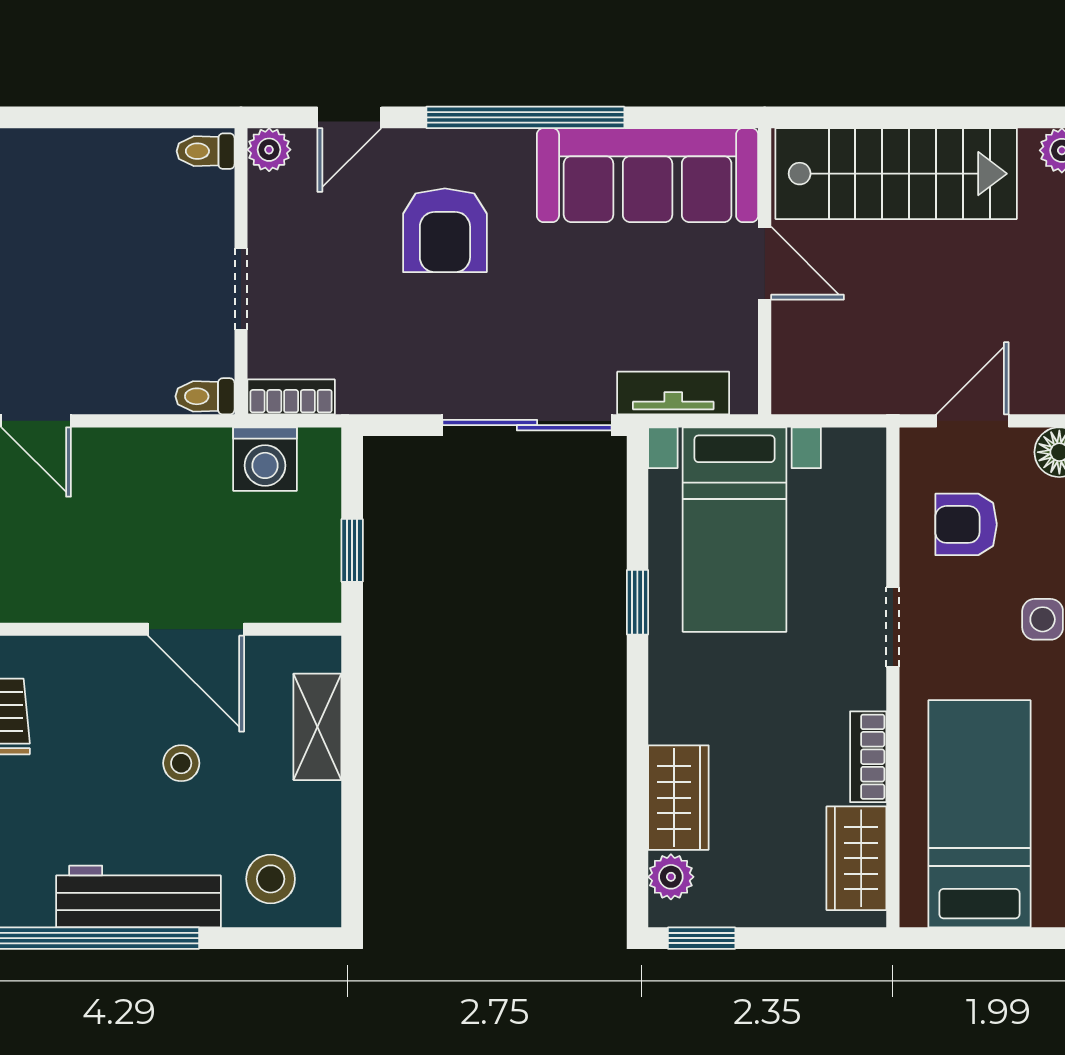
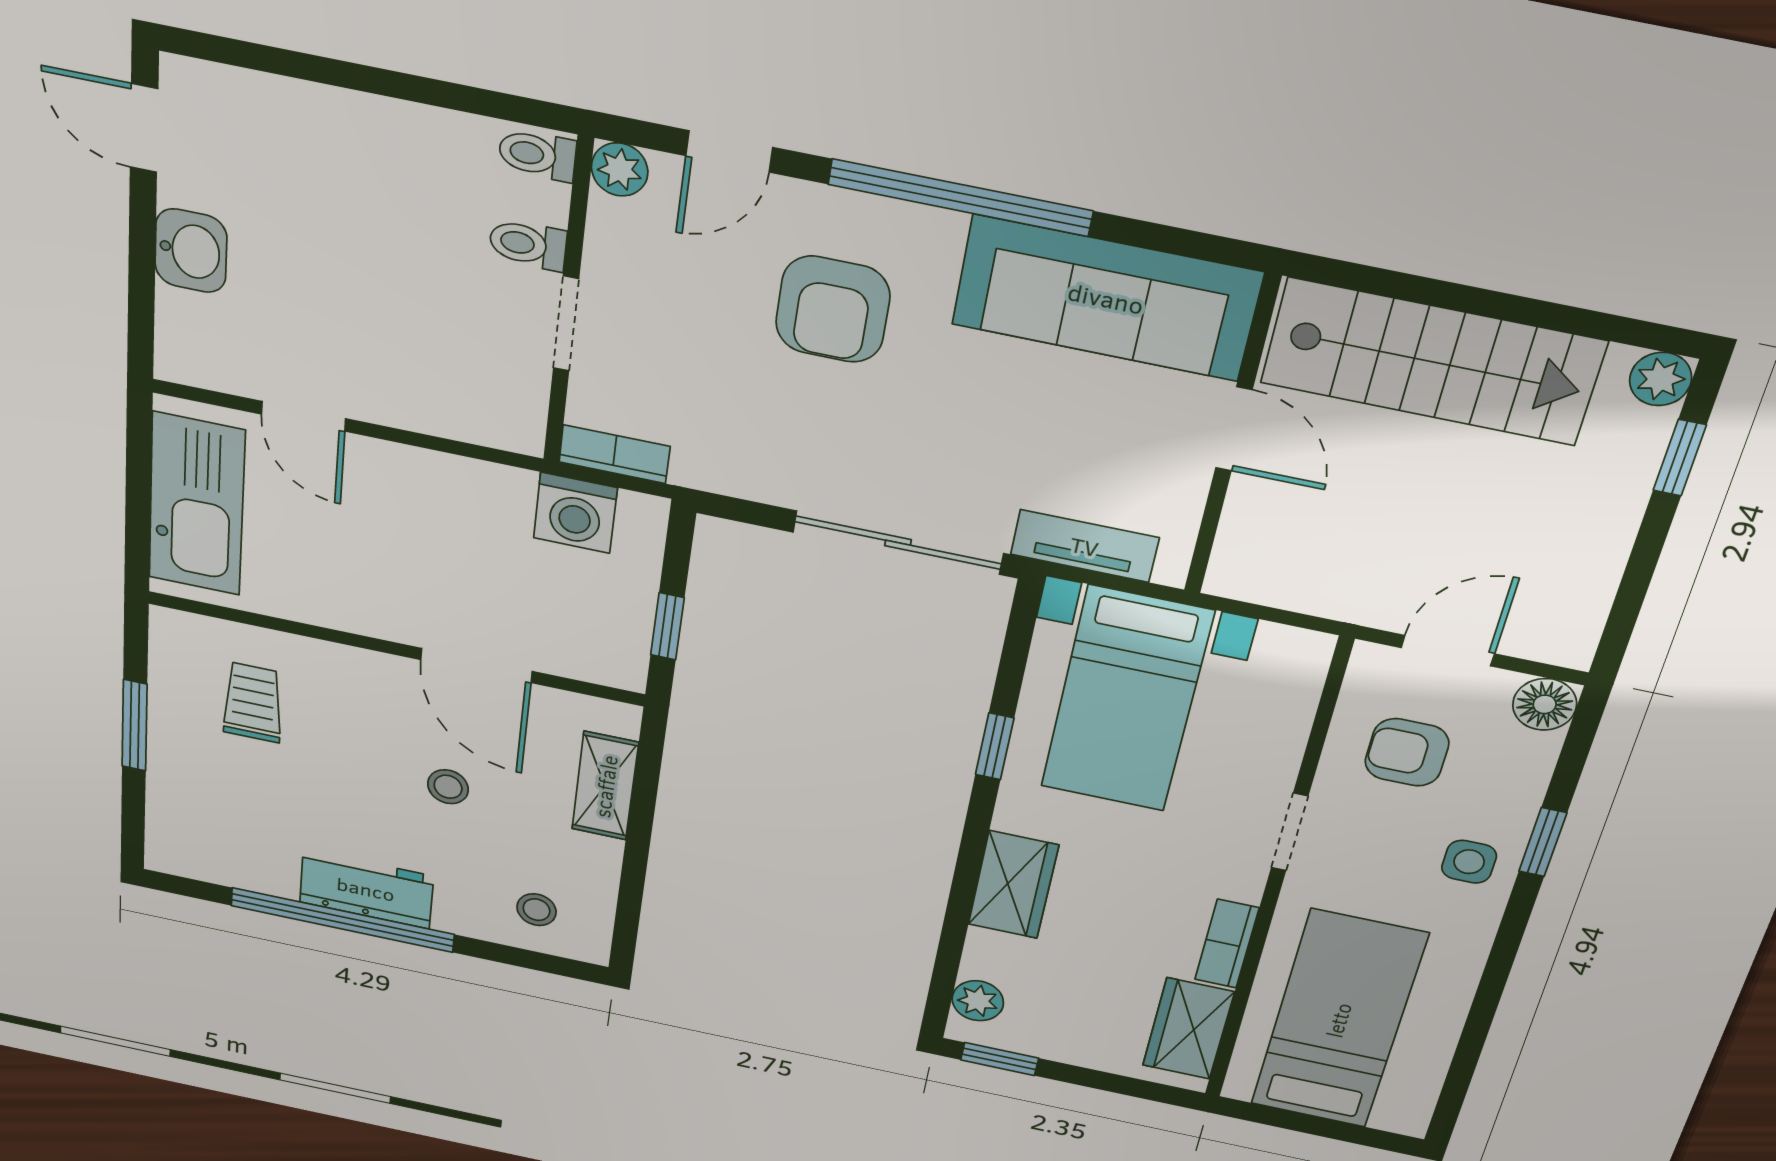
toilet: (205, 396) -> (528, 245), moved
wardrobe: (678, 798) -> (1013, 885), moved
stool: (271, 879) -> (536, 910), width x0.73, depth x0.73
workbench: (138, 896) -> (366, 889), width x0.73

